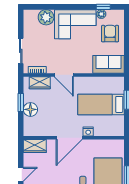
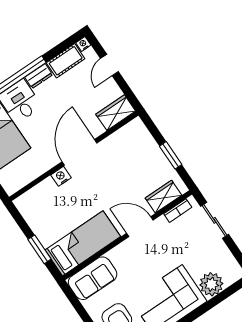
bed: (101, 104) -> (83, 243), moved
floor lamp: (30, 109) -> (152, 155), removed

